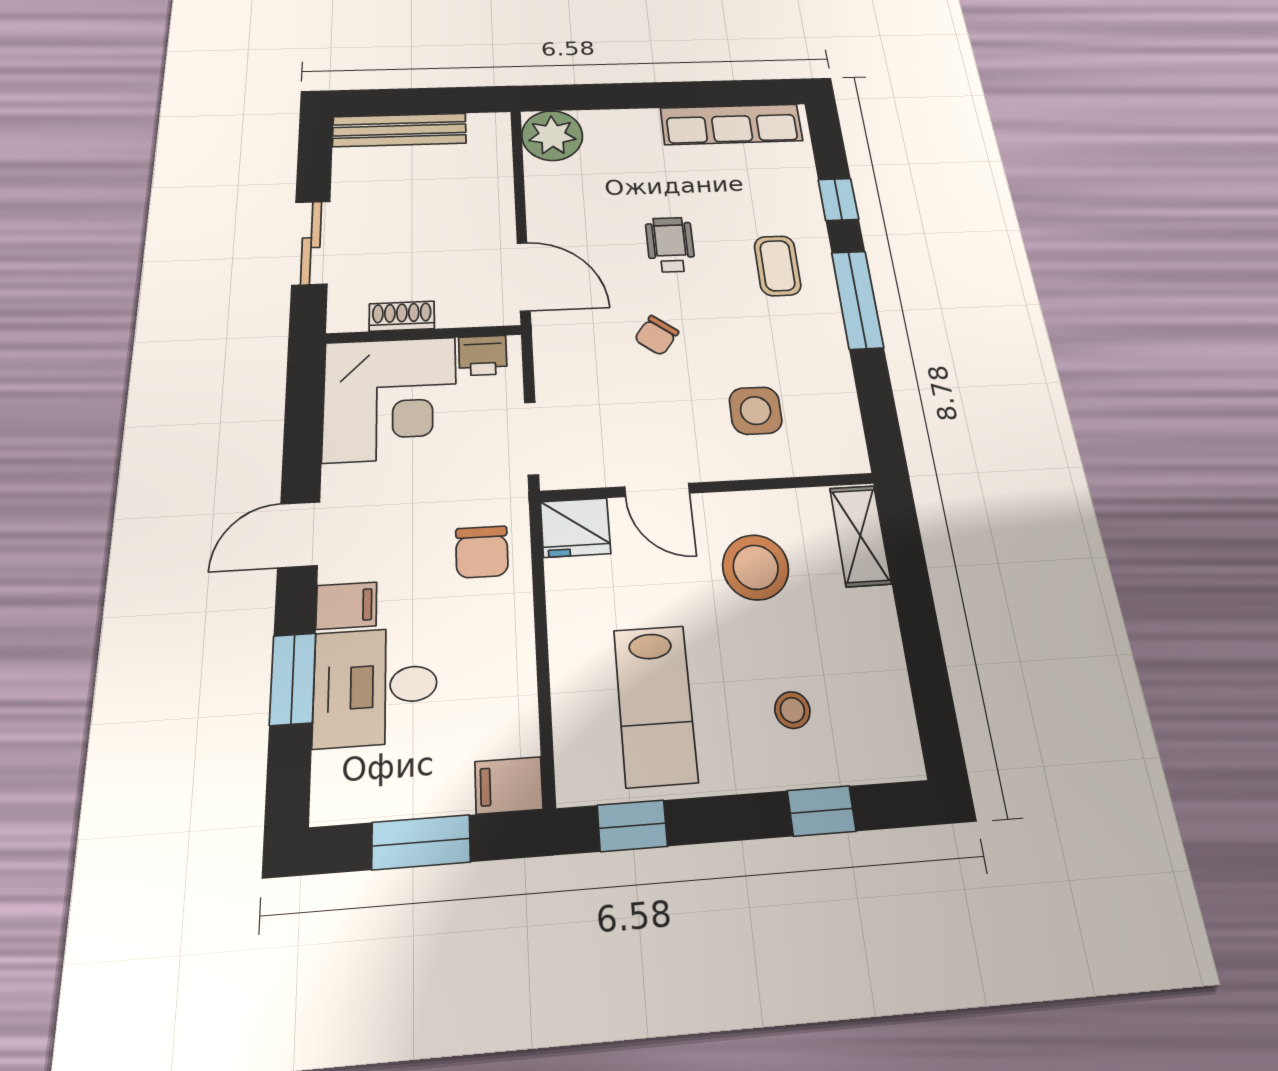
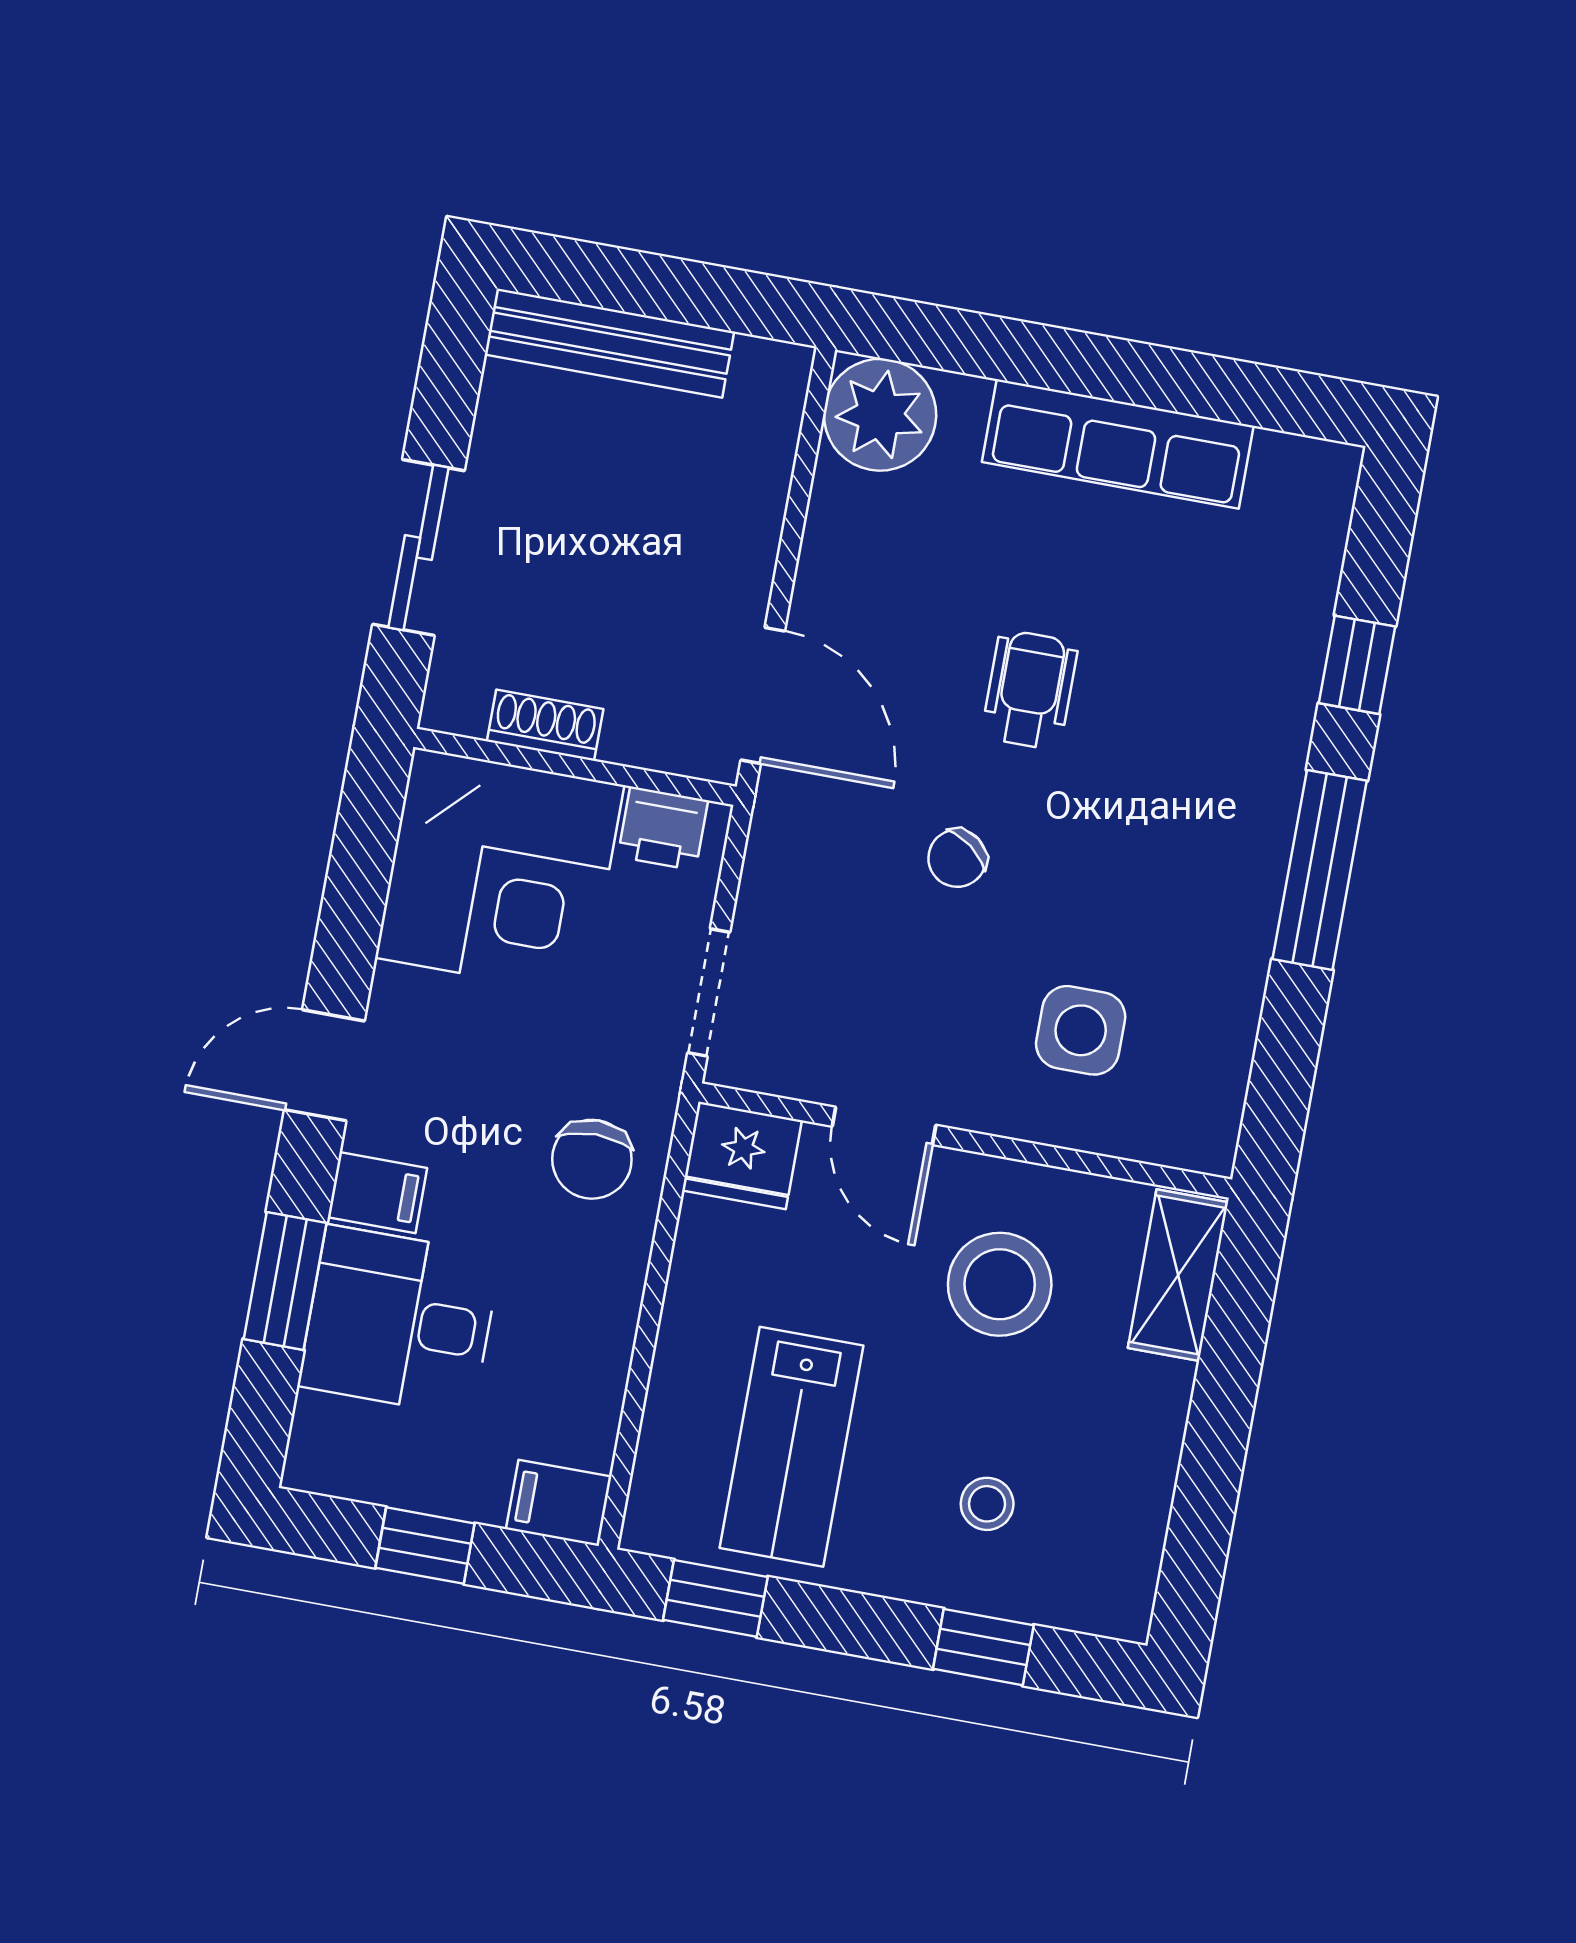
row of seats: (731, 124) -> (1118, 444), moved
coffee table: (778, 266) -> (1204, 773), removed
window: (421, 842) -> (425, 1546), width x0.67

